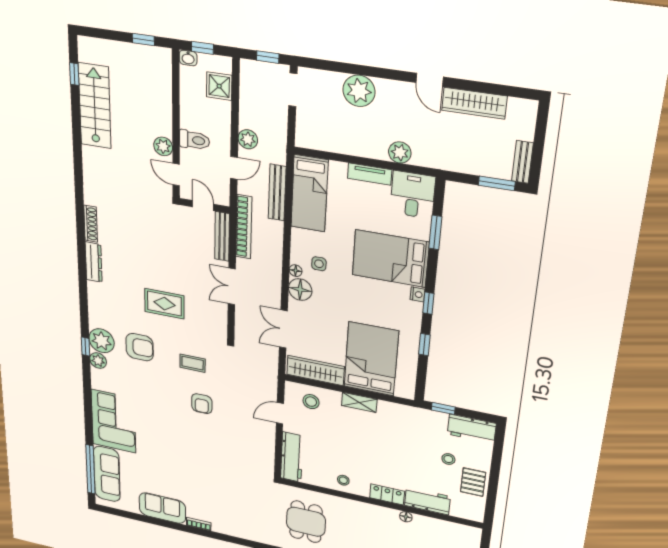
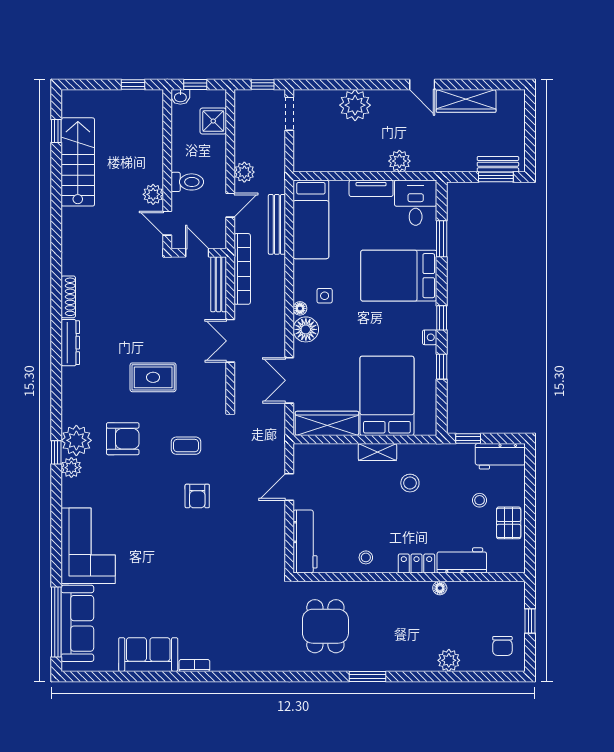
bench: (522, 162) -> (498, 164), moved, turned 90
nightstand: (418, 294) -> (430, 337), moved
stool: (311, 402) -> (410, 483), moved

